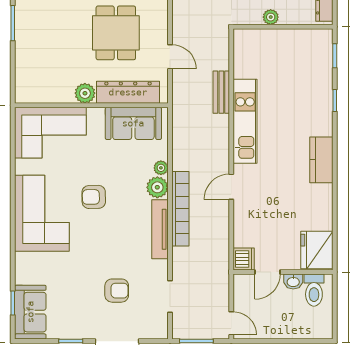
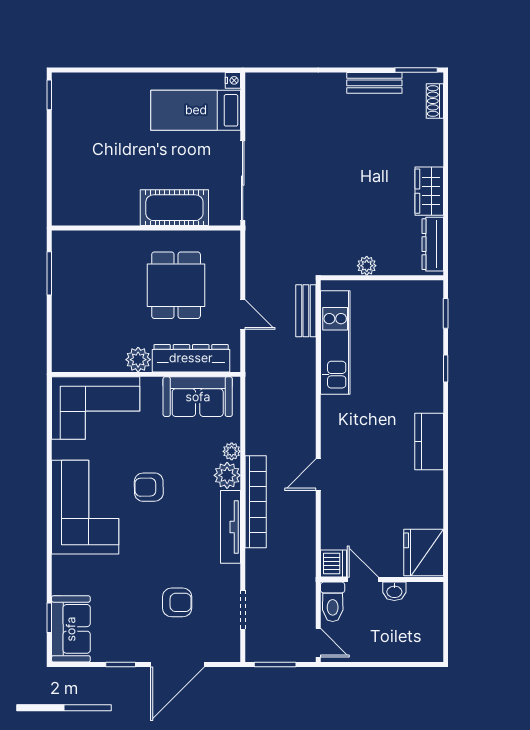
bench: (221, 92) -> (306, 311), moved
kitchen unit: (245, 121) -> (335, 343), moved
door: (268, 272) -> (363, 580), swing flipped
toilet: (314, 290) -> (333, 602), moved

